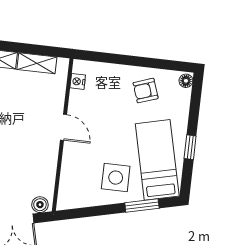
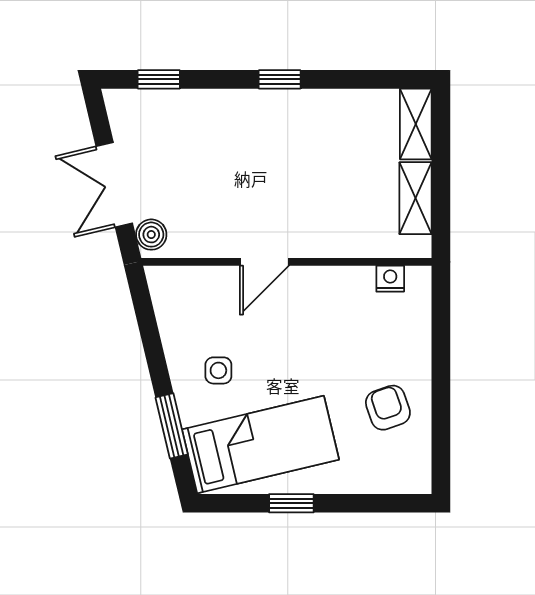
floor lamp: (186, 81) -> (415, 481), removed
door: (63, 127) -> (264, 262), moved
side table: (116, 178) -> (218, 370), width x0.54, depth x0.54

